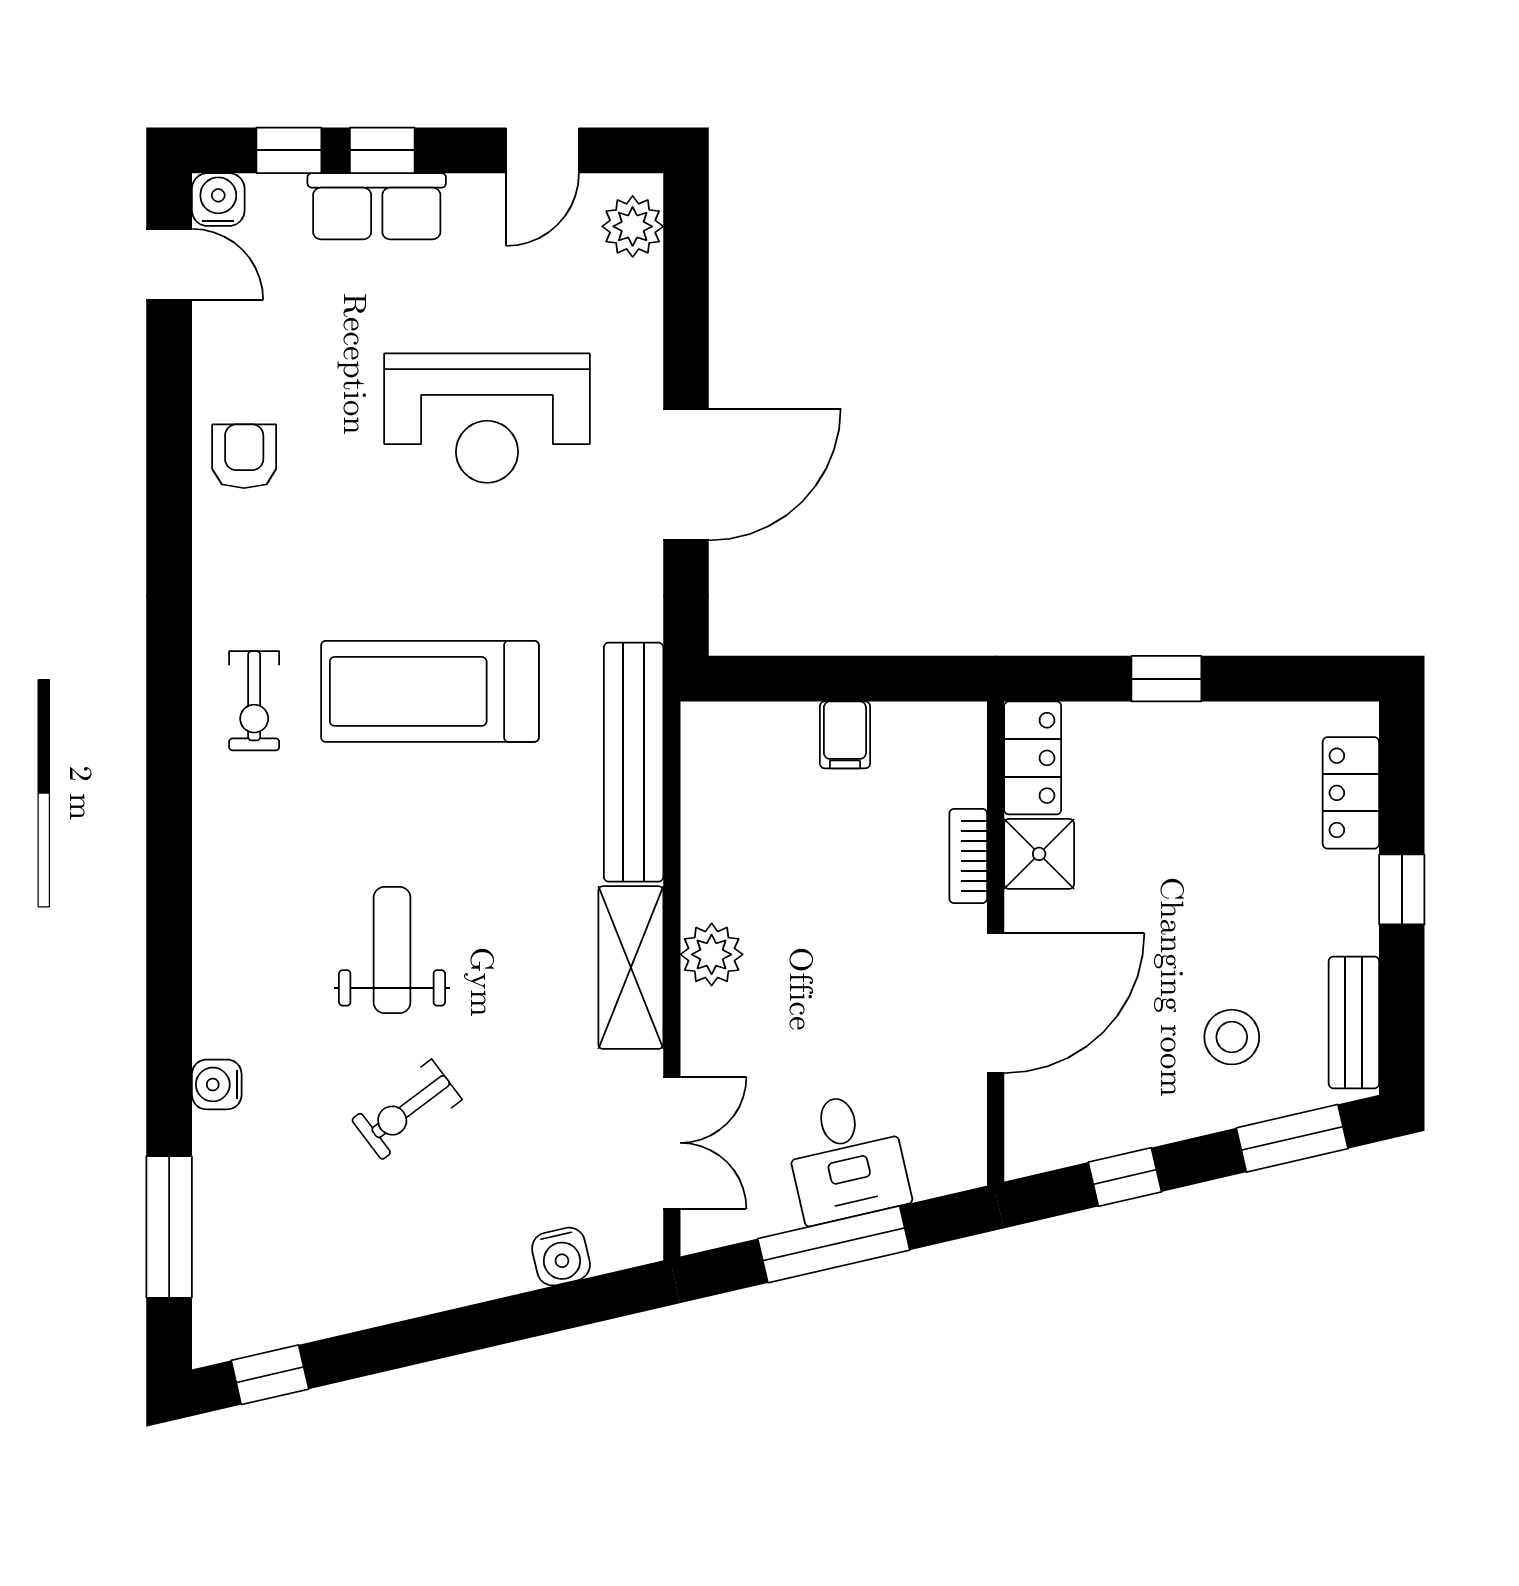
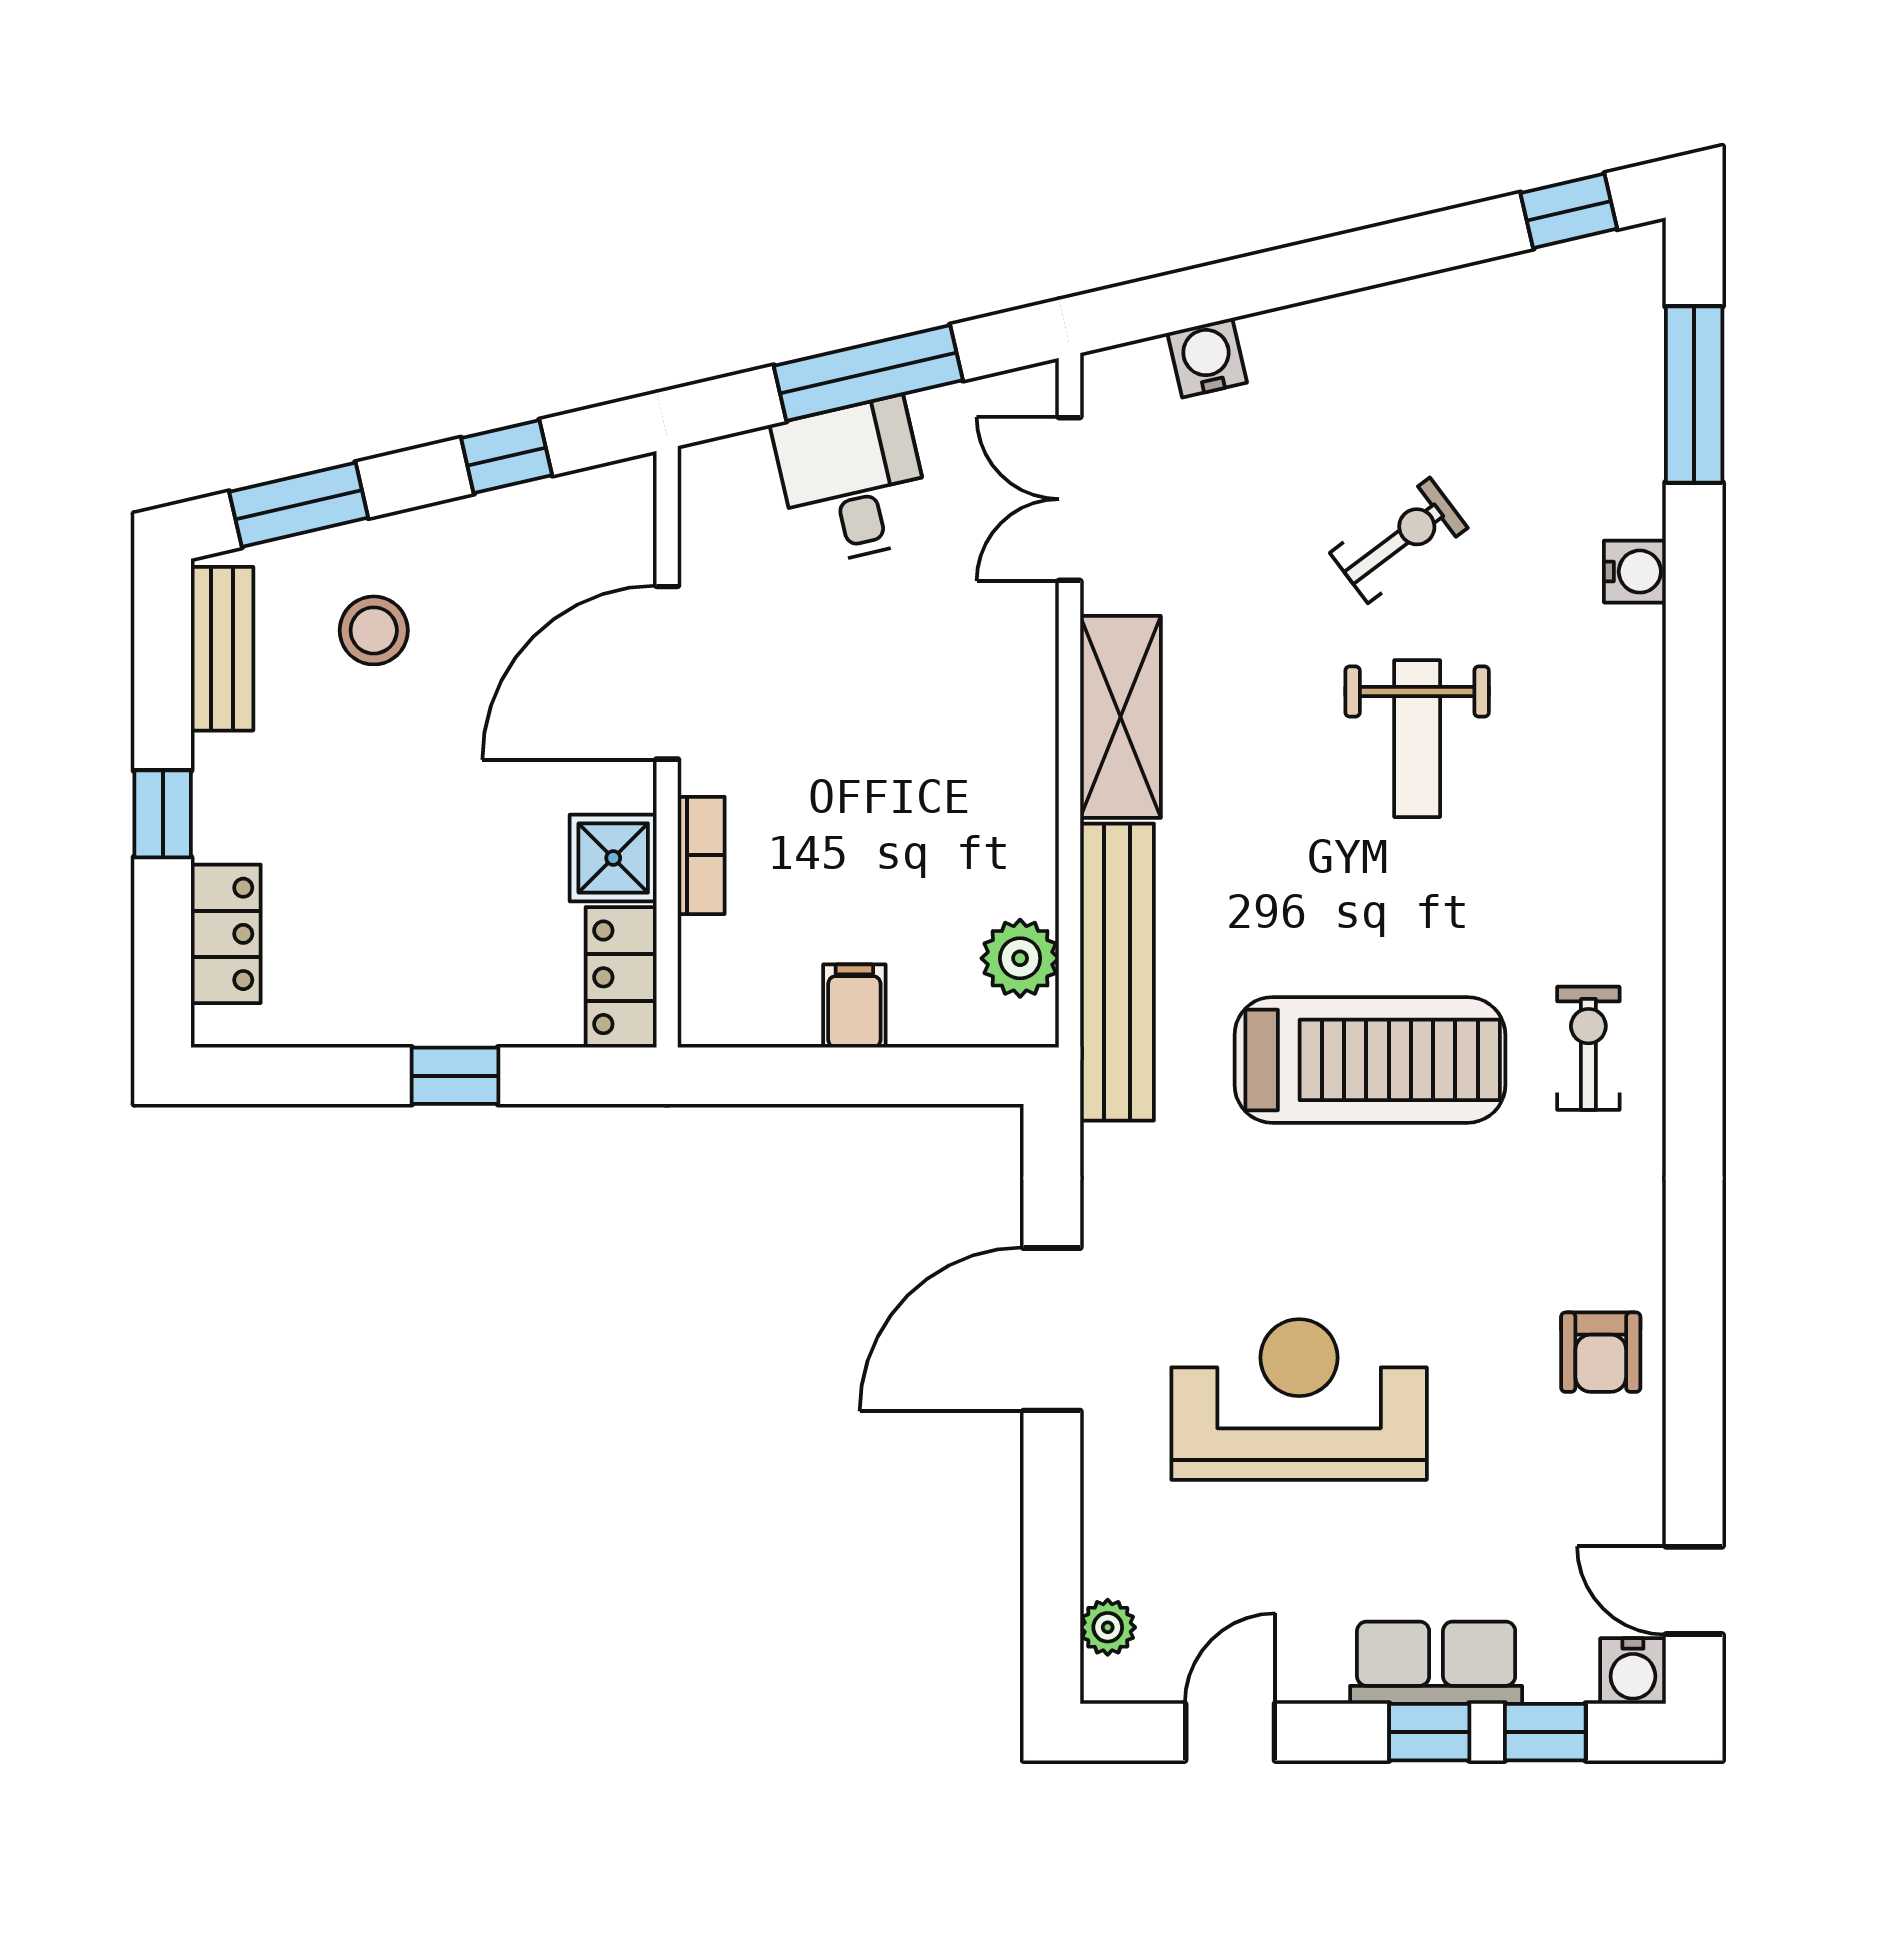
plant: (633, 226) -> (1108, 1627), width x0.73, depth x0.73
plant: (712, 954) -> (1020, 958), moved

